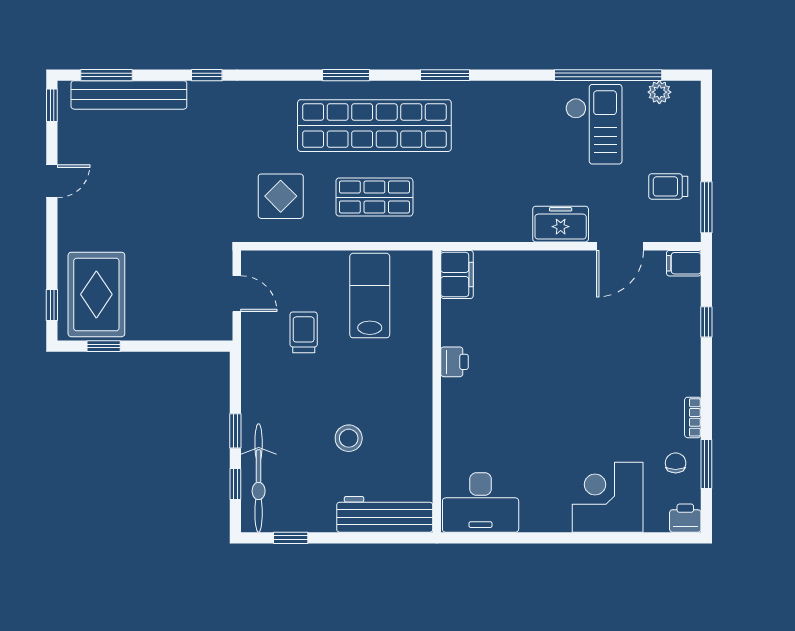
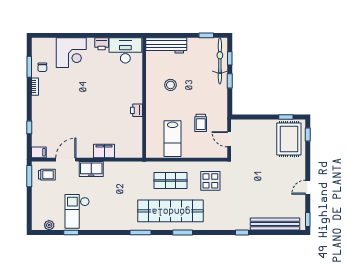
window: (107, 75) -> (285, 232), removed
window: (608, 75) -> (71, 232), width x0.32
trolley: (668, 186) -> (47, 175), moved
filing cabinet: (457, 275) -> (104, 151), moved, turned 90
stool: (349, 438) -> (171, 85), moved
printer: (685, 518) -> (102, 44), moved

